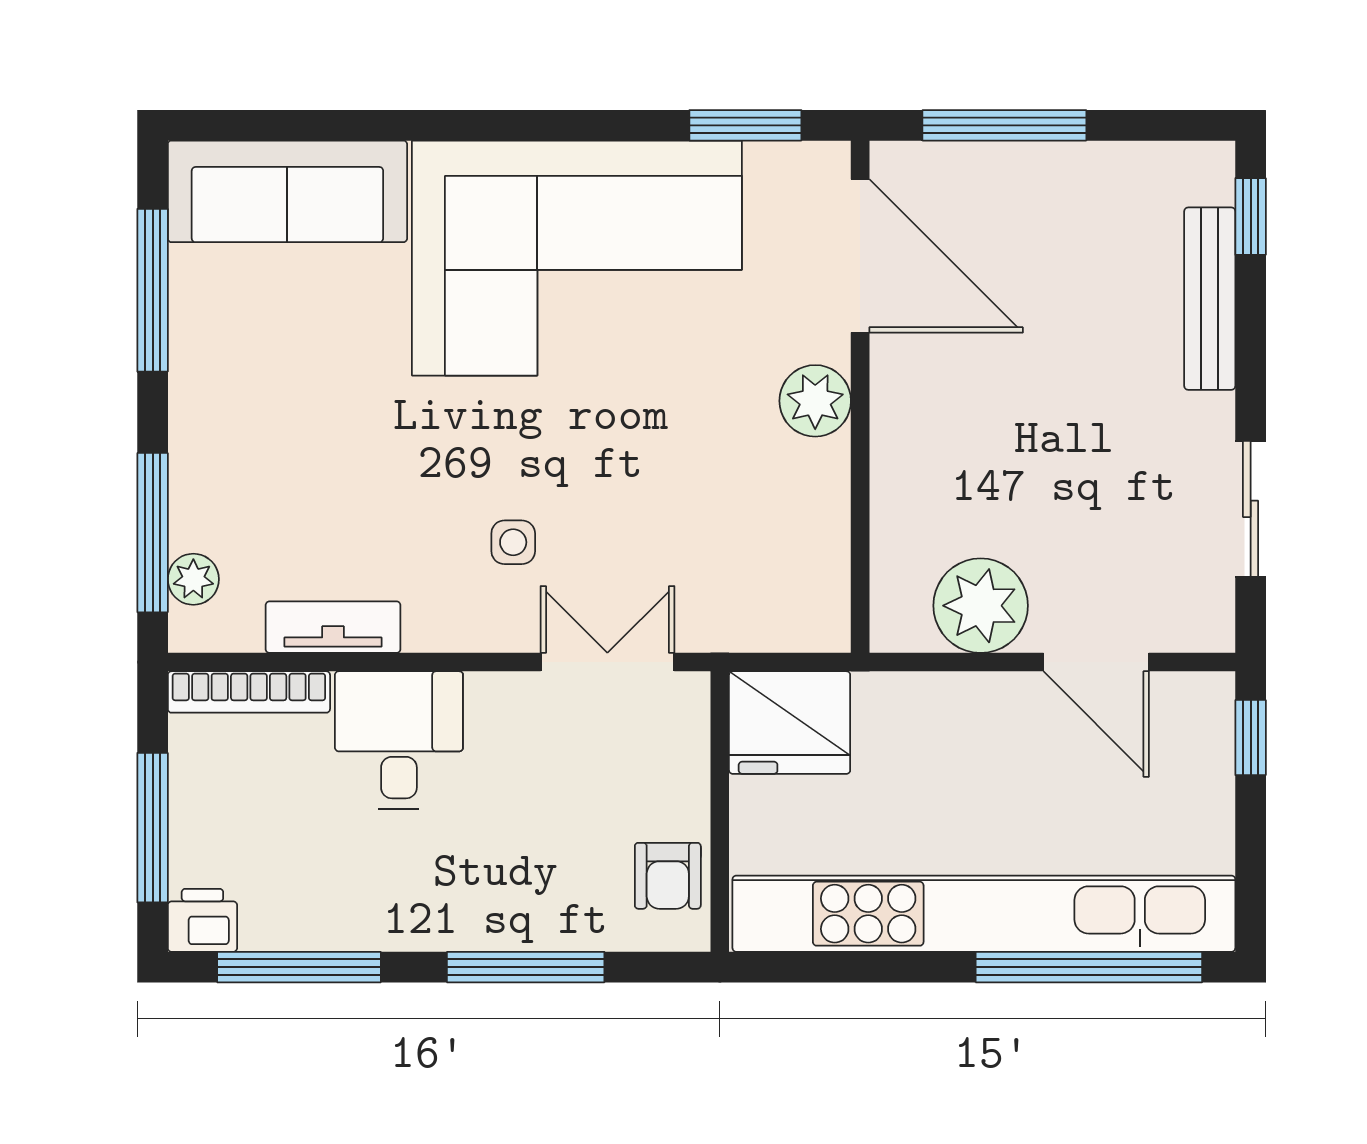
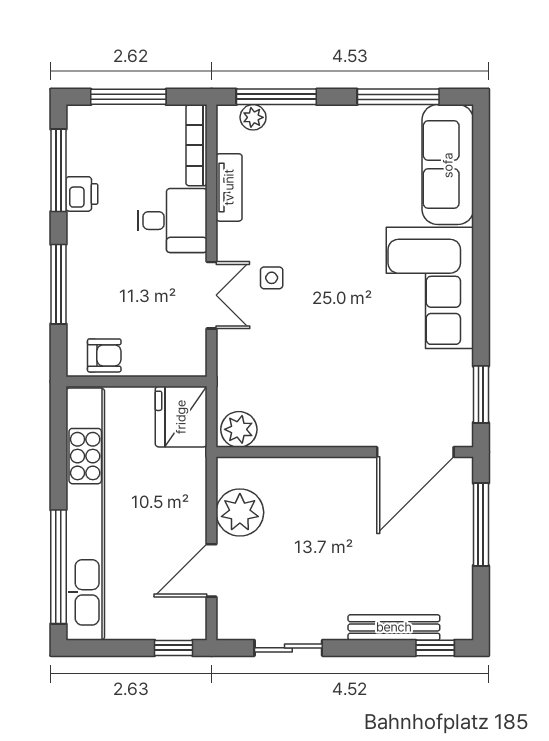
corner sofa: (577, 258) -> (430, 288), width x0.73, depth x0.74
plant: (815, 401) -> (239, 429), moved
double door: (607, 662) -> (212, 295), moved
armchair: (668, 876) -> (104, 355), turned 180
printer: (202, 920) -> (82, 194), moved

